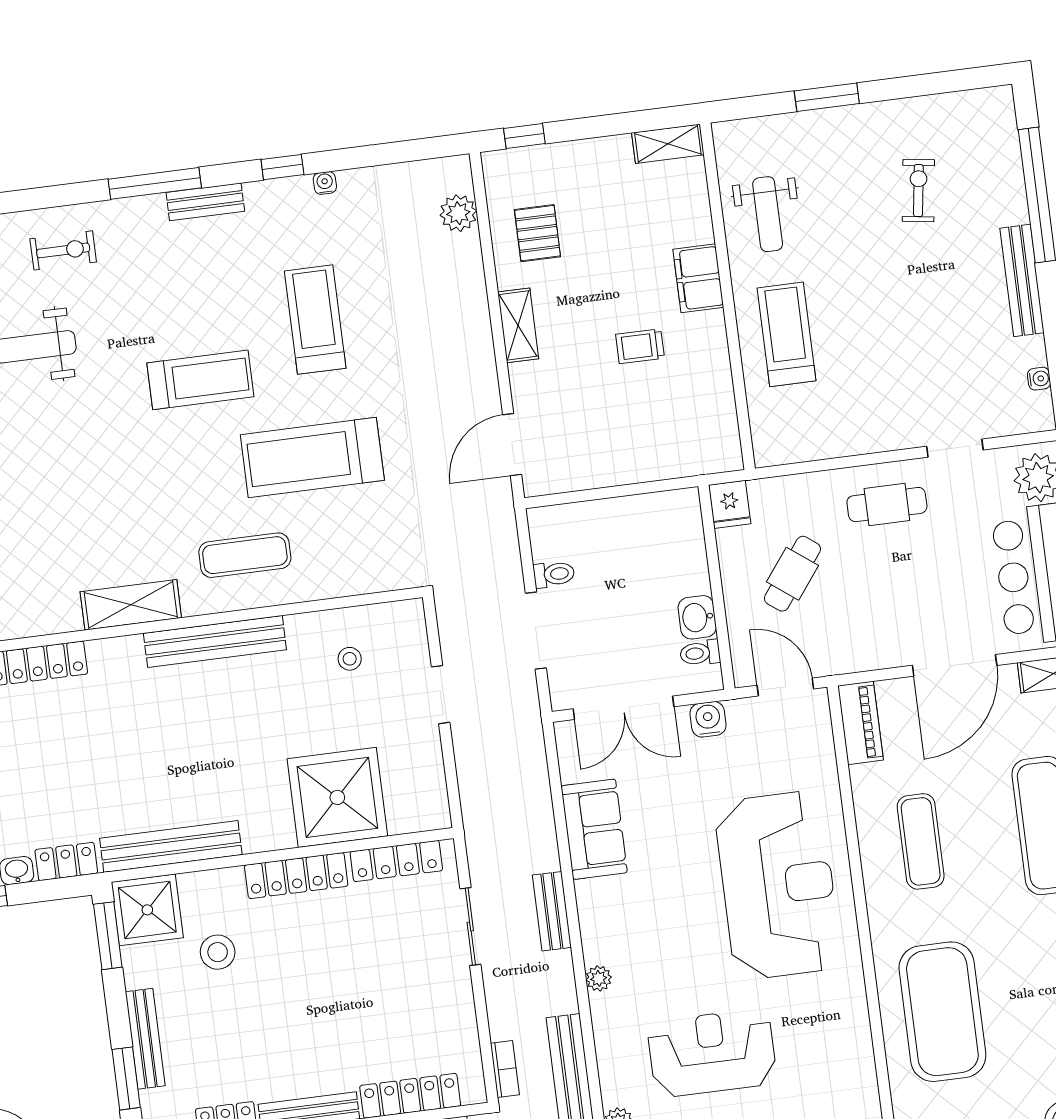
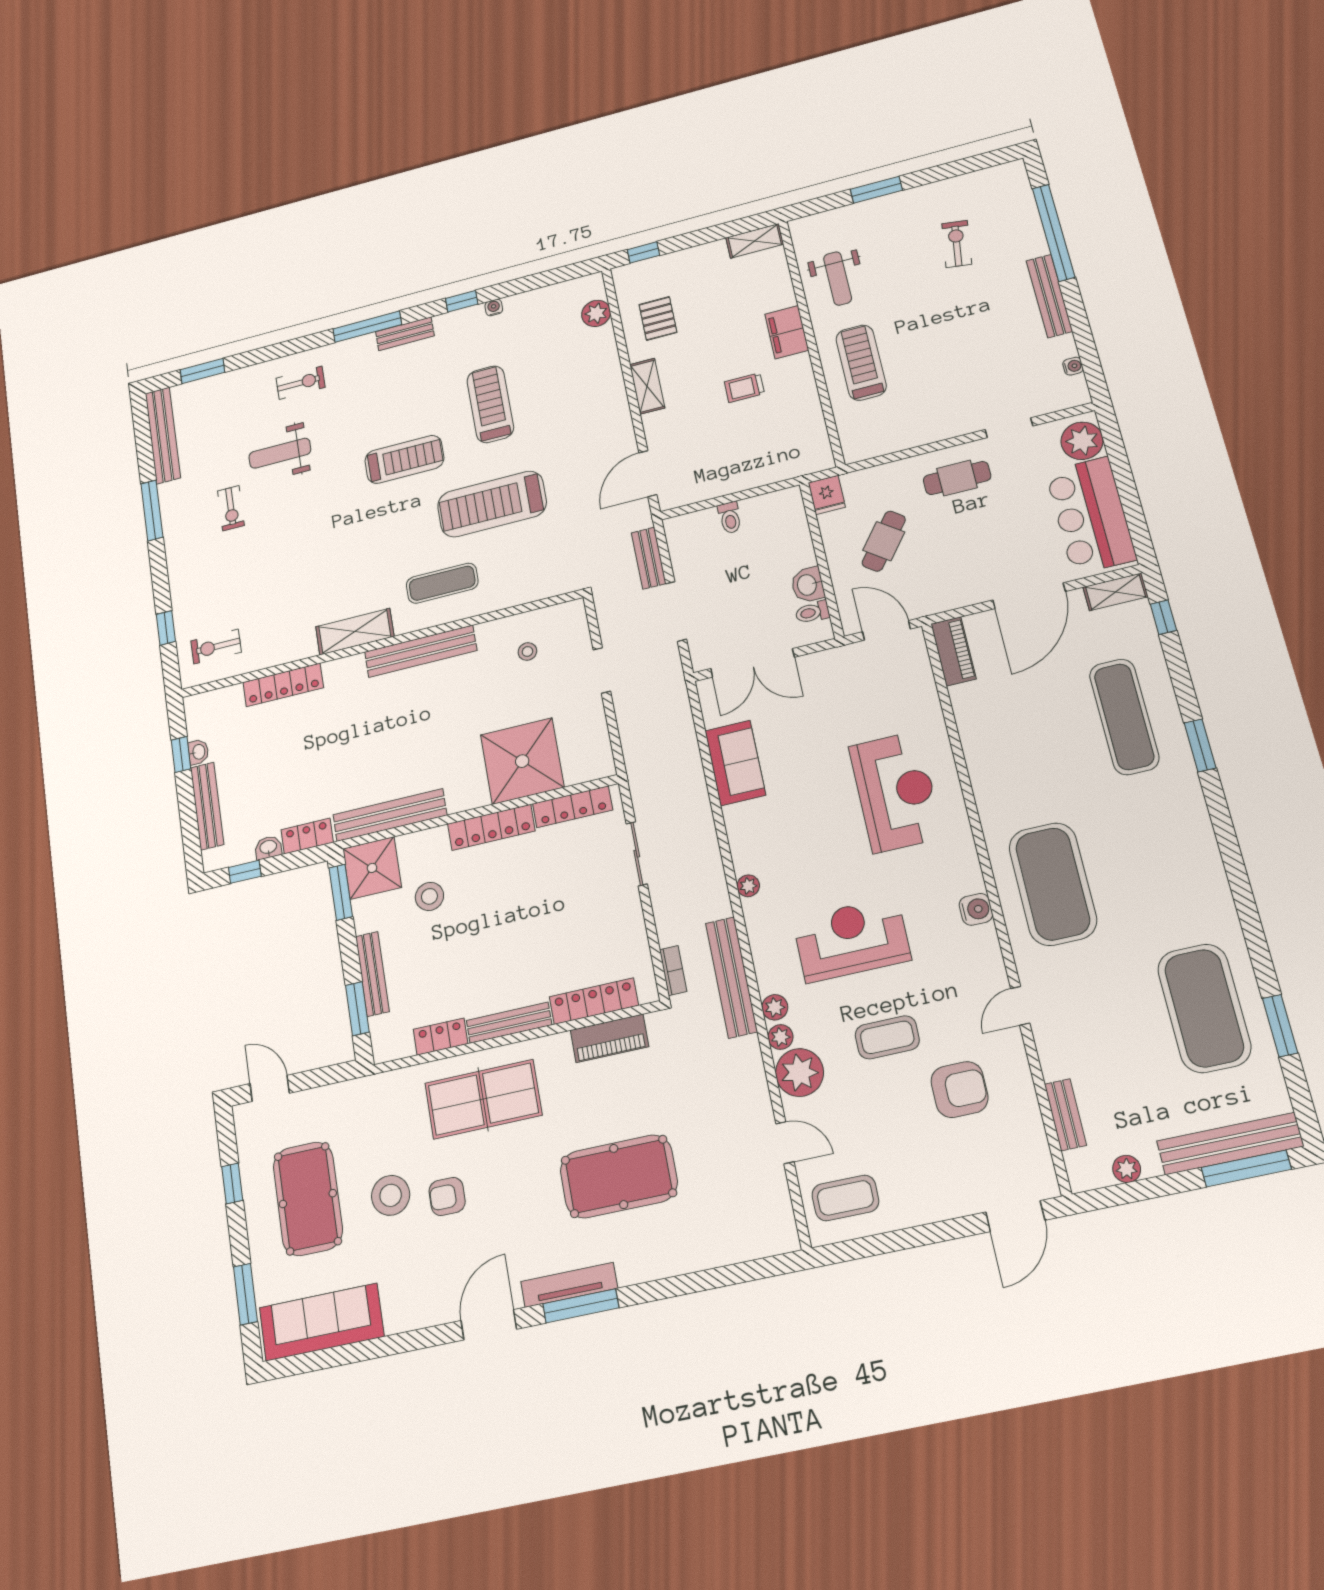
toilet: (554, 574) -> (730, 518), moved, turned 90
water cooler: (708, 719) -> (976, 909), moved, turned 90
exercise mat: (921, 841) -> (1016, 742), removed
reception desk: (778, 885) -> (896, 792), width x0.74, depth x0.77
bench: (552, 911) -> (649, 558), moved

